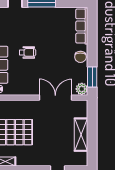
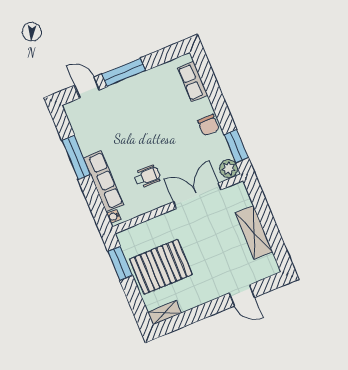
row of seats: (82, 26) -> (193, 81), width x0.68
wheelchair: (27, 52) -> (147, 177), moved

